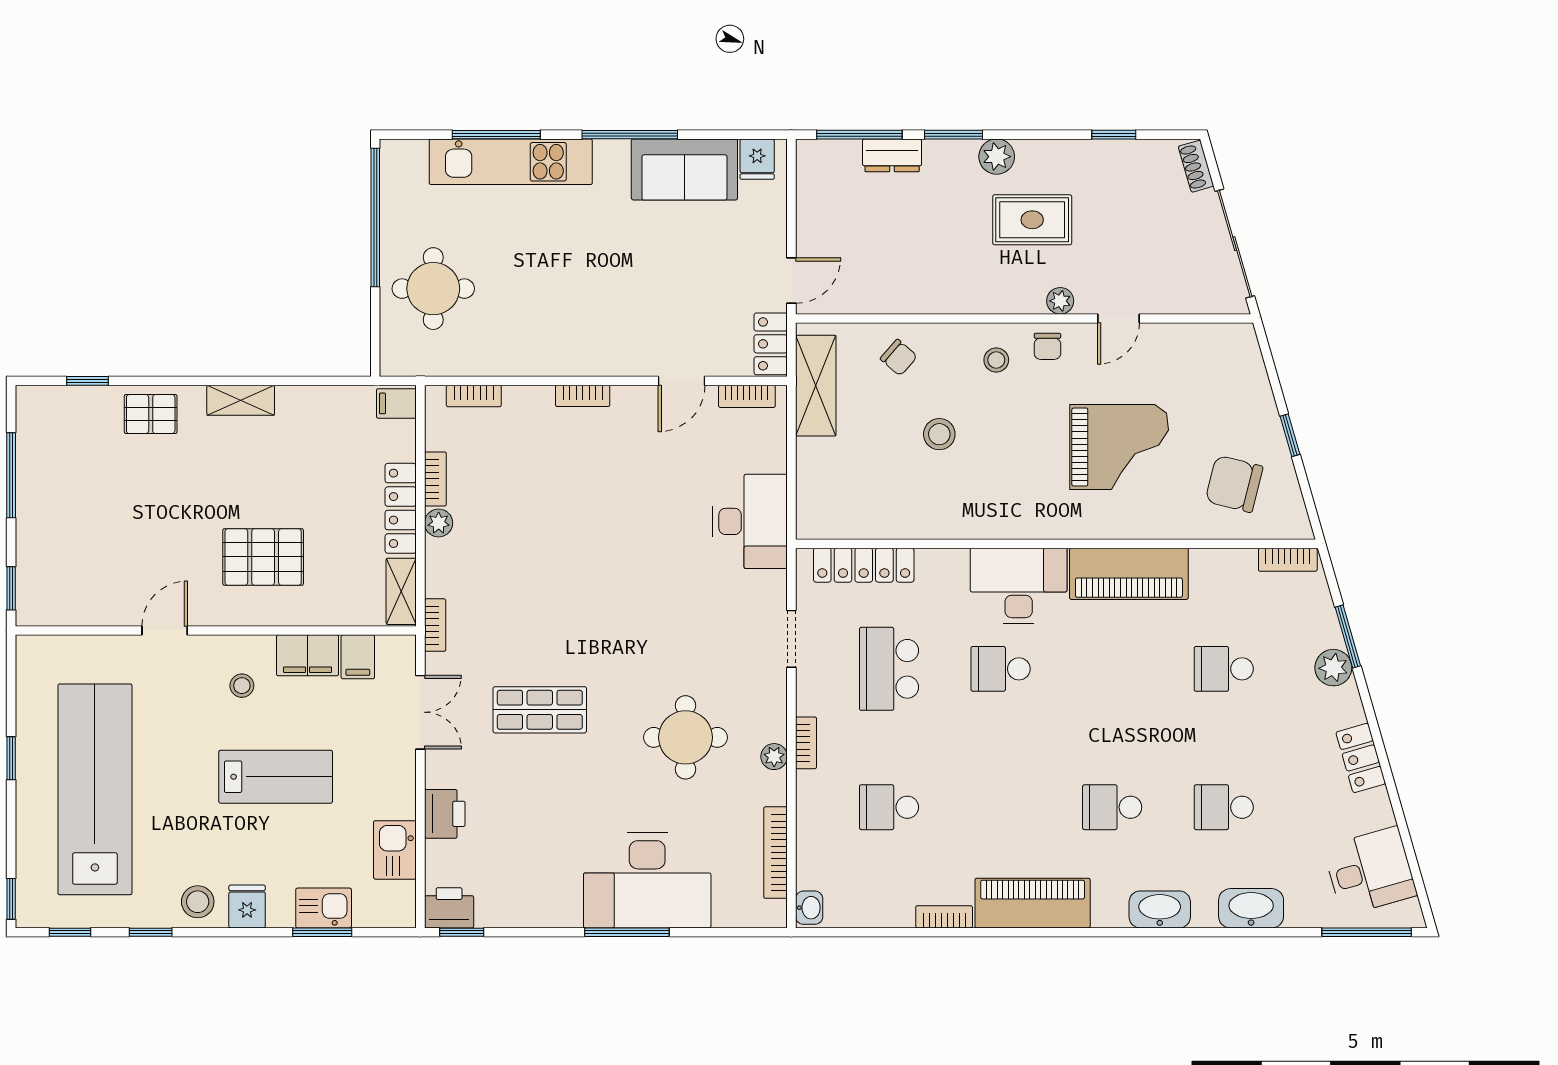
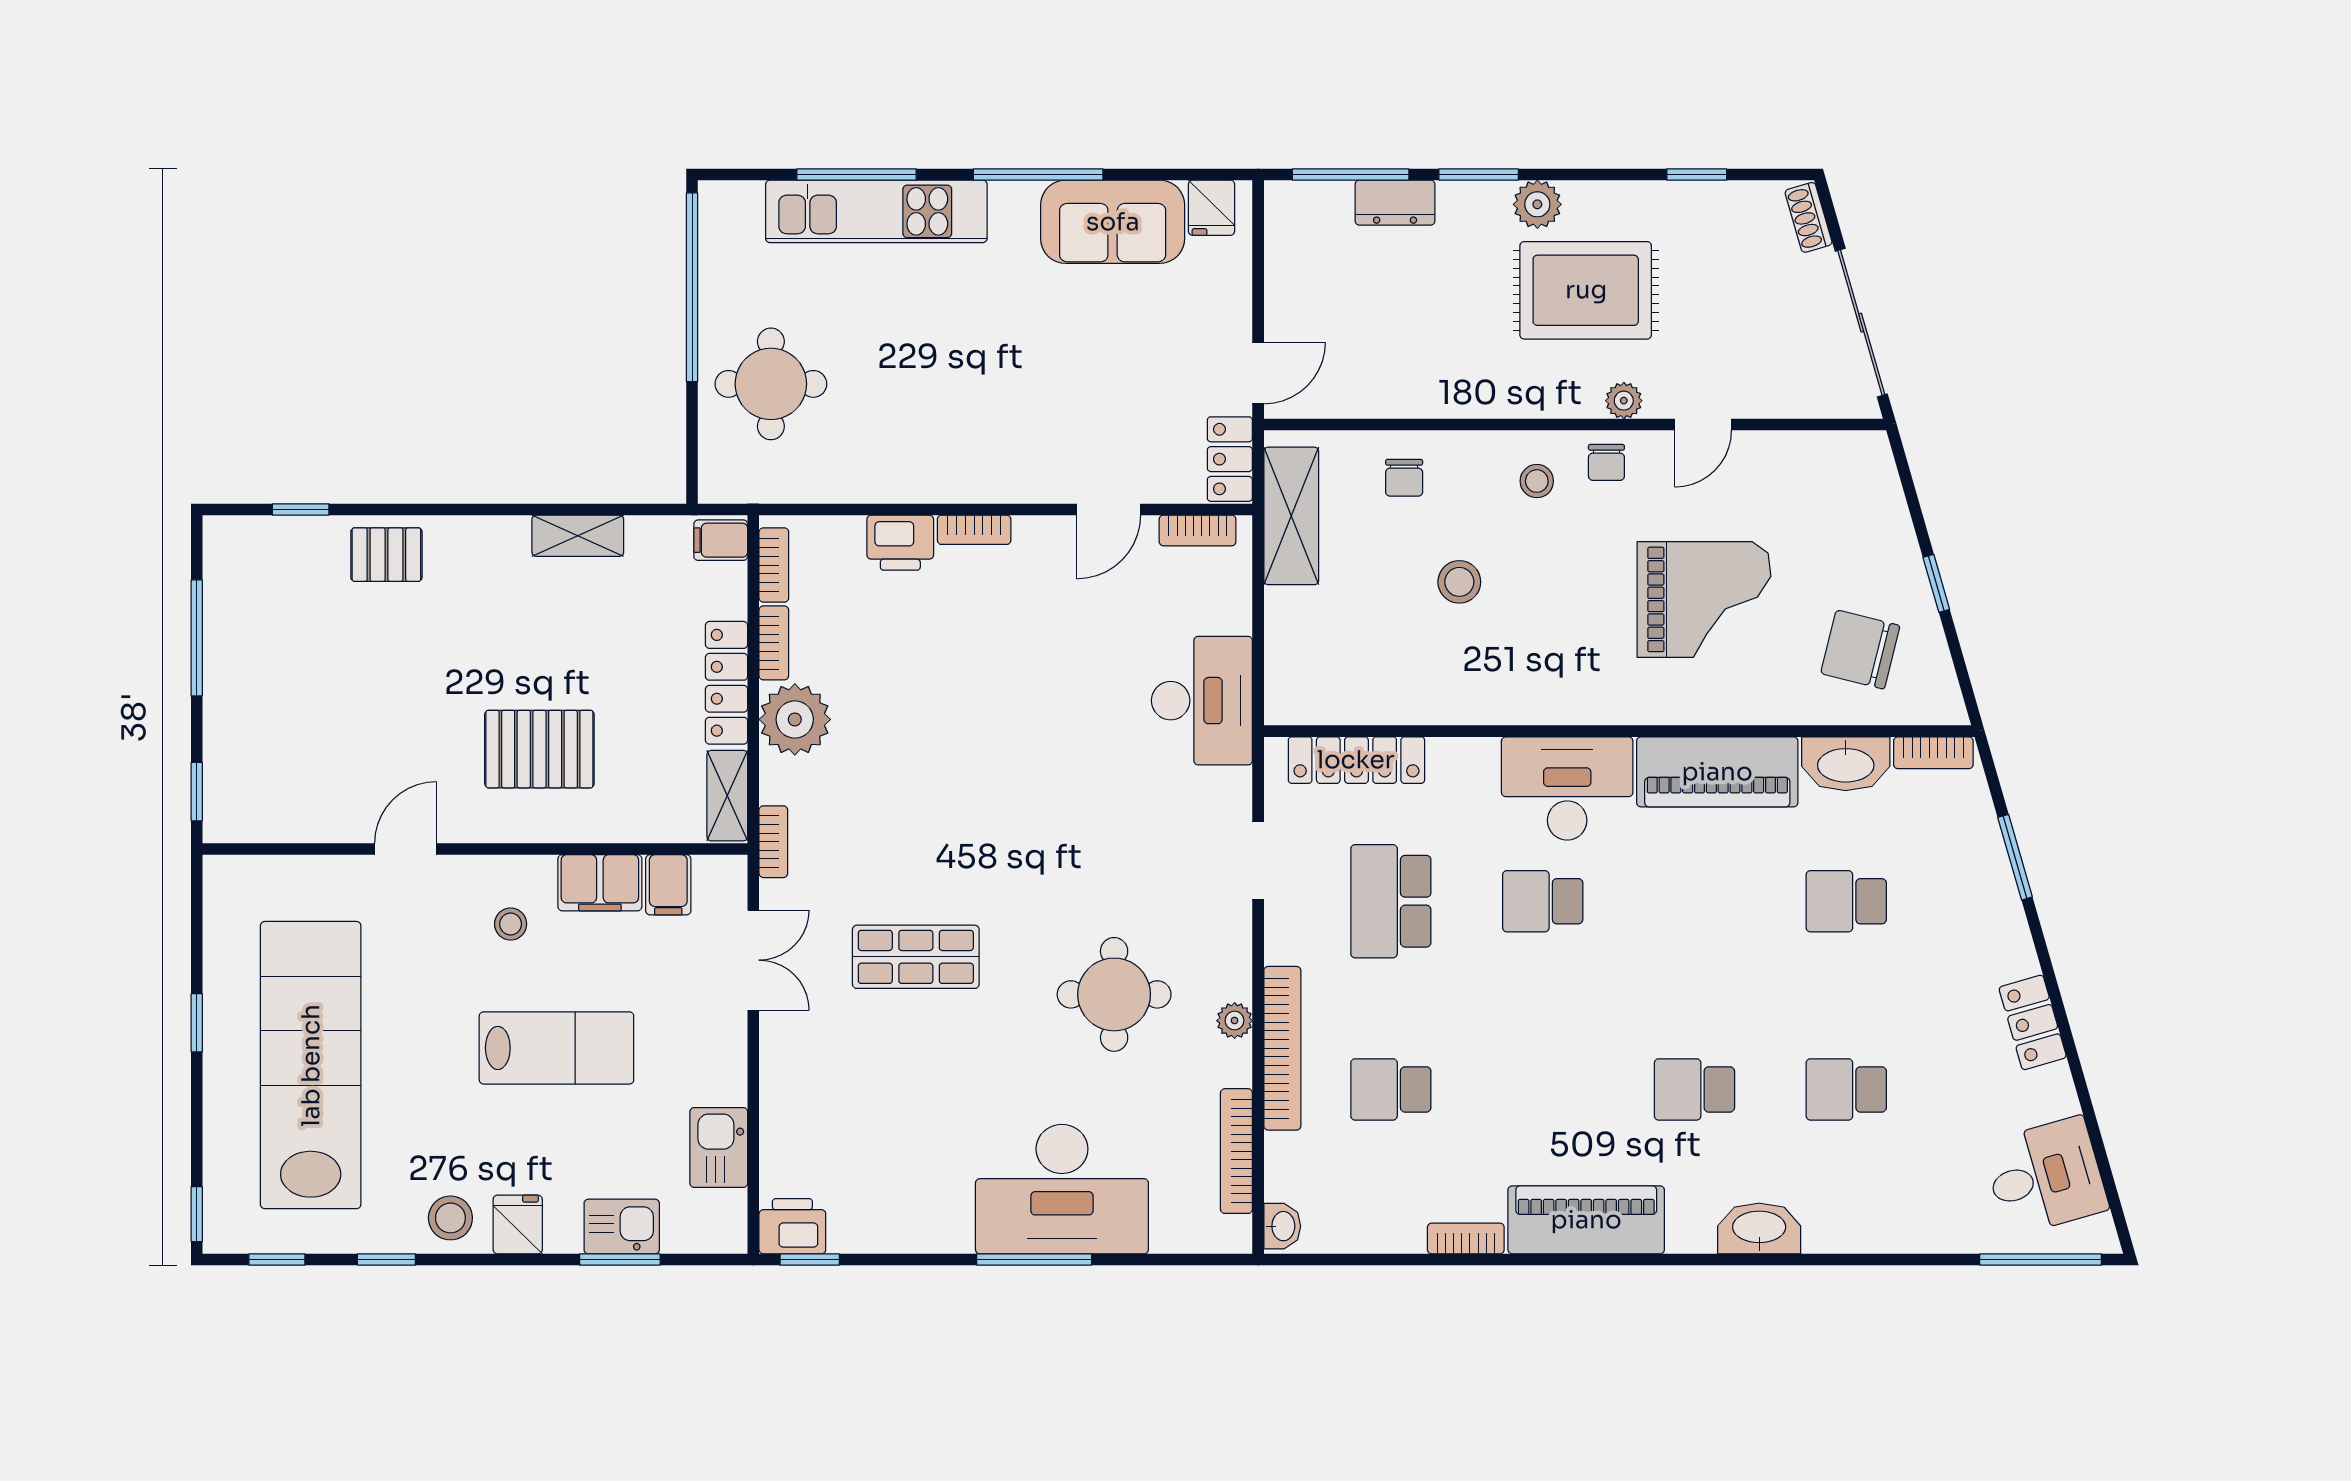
rug: (1032, 220) -> (1586, 290), width x1.36, depth x1.43
chair: (899, 358) -> (1404, 478), turned 49
bookcase: (474, 396) -> (774, 565), moved, turned -90
shelving: (241, 400) -> (578, 536), moved
plant: (439, 523) -> (795, 719), width x1.87, depth x1.87
plant: (1333, 668) -> (1995, 899), removed
bookcase: (806, 743) -> (1282, 1048), width x2.31, depth x1.31
printer: (445, 814) -> (900, 543), moved, turned 90
washbasin: (1251, 908) -> (1846, 764), moved, turned 180

